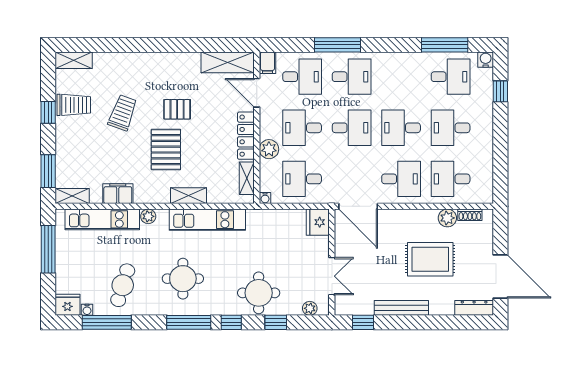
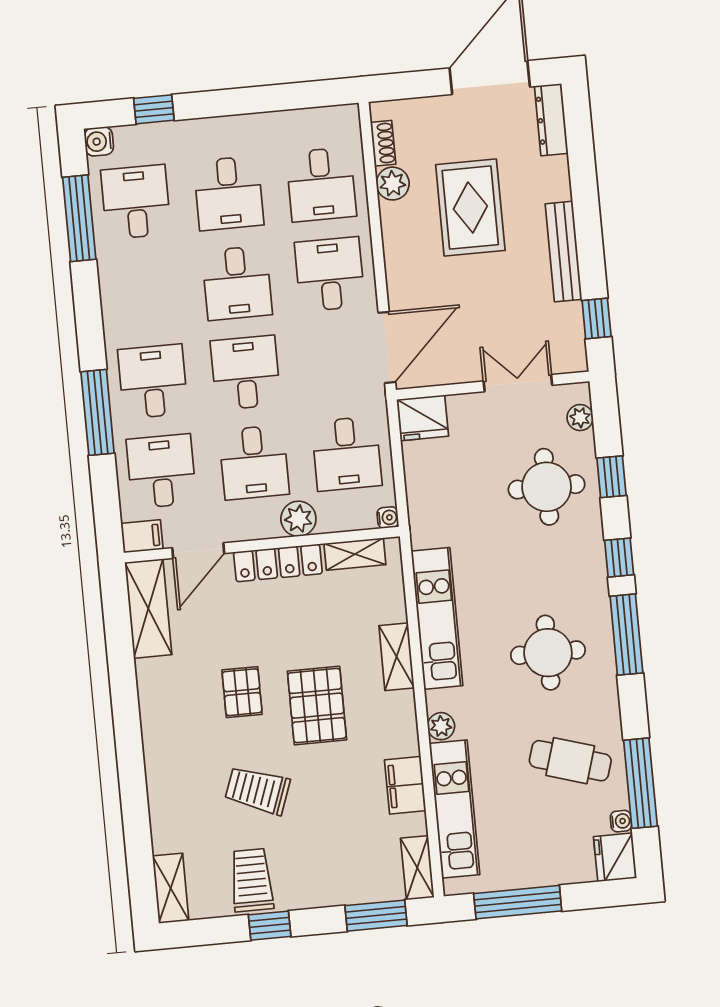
pallet: (166, 150) -> (317, 706), turned 90
round table: (259, 293) -> (547, 487), moved

